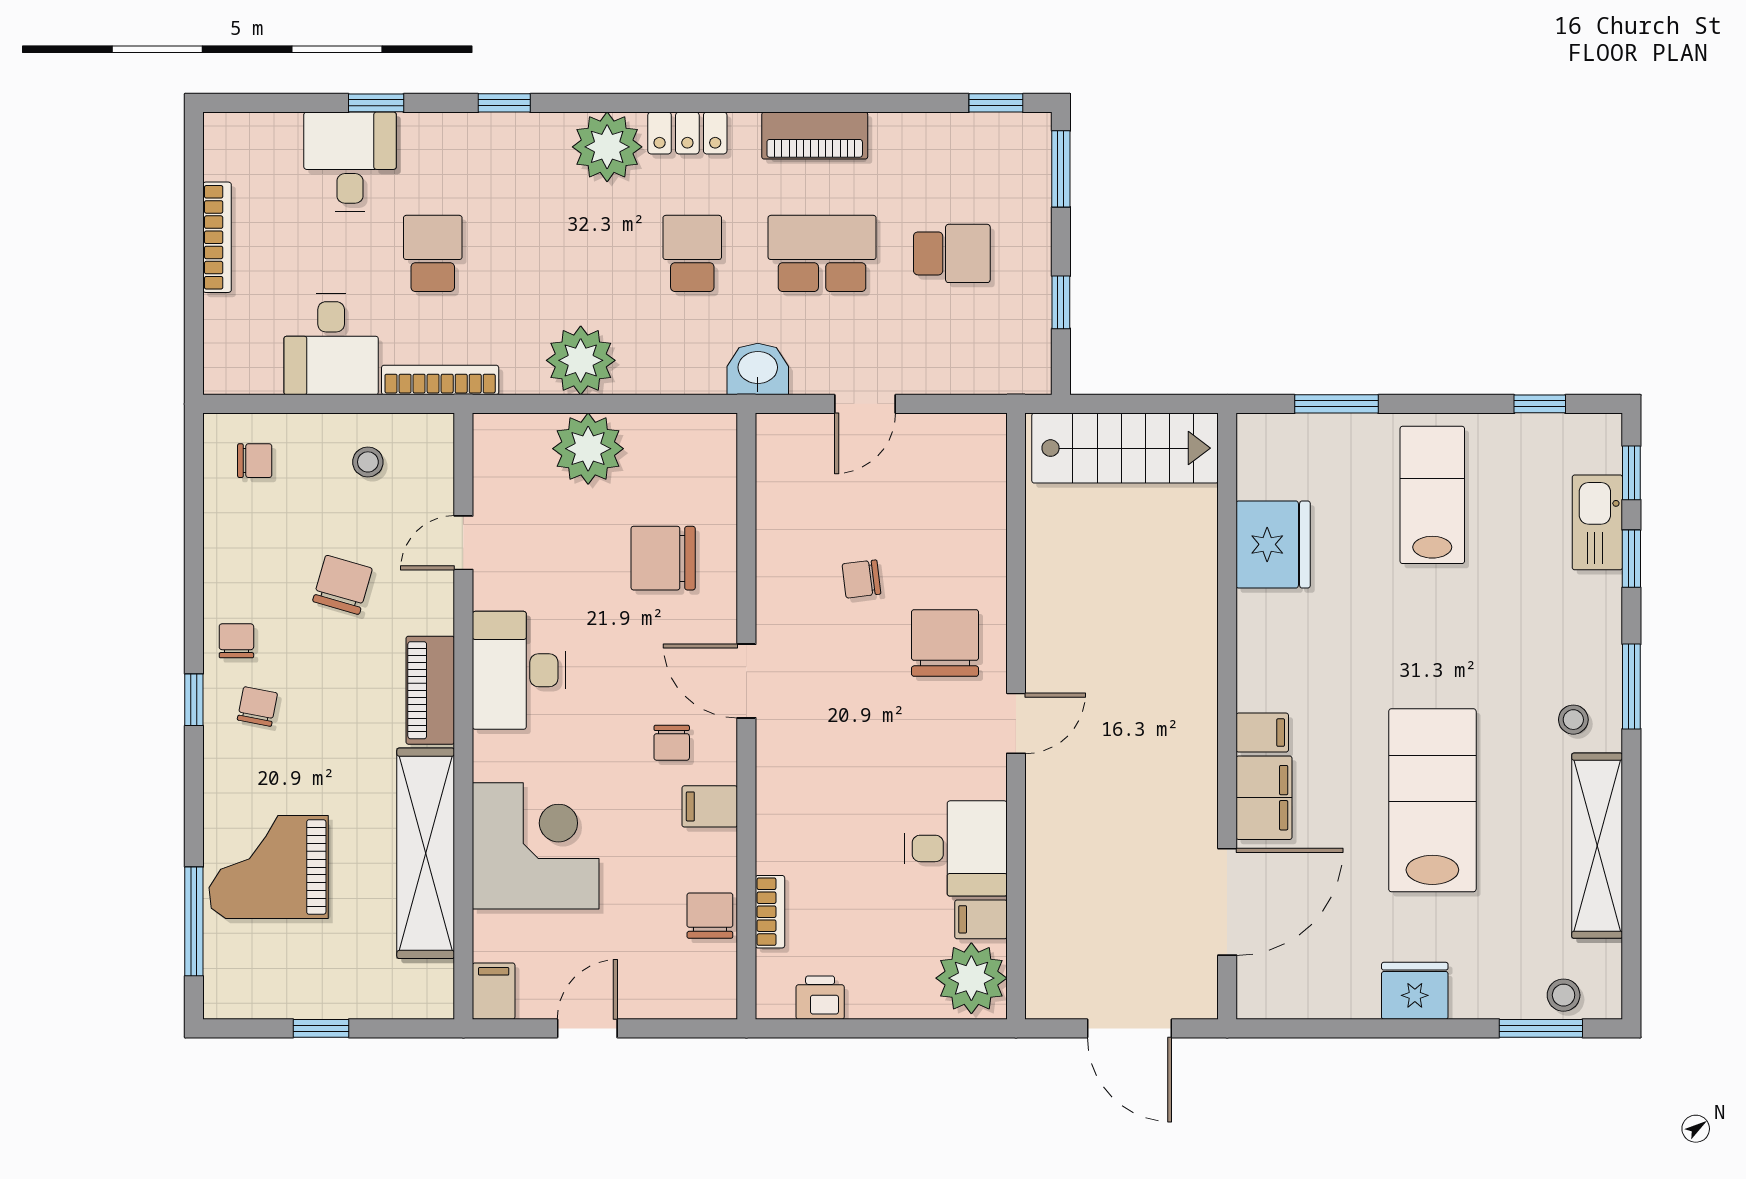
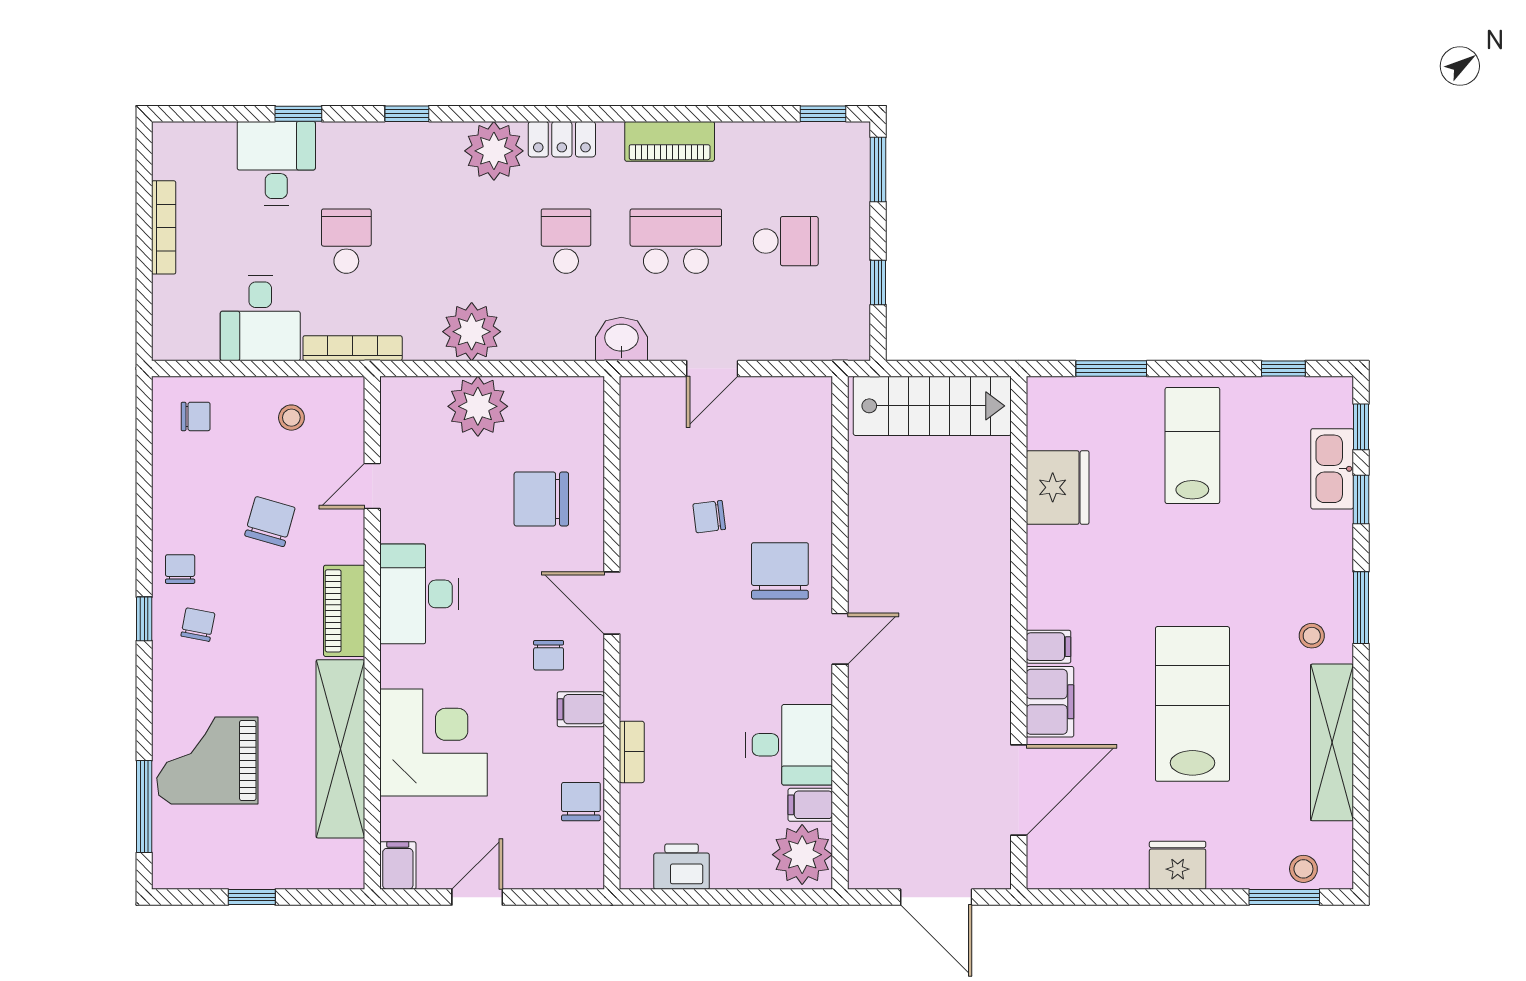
bookcase: (770, 912) -> (632, 752), moved
printer: (820, 998) -> (682, 867), width x1.36, depth x1.24

